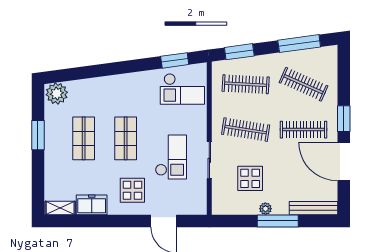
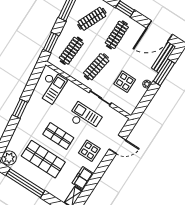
window: (175, 60) -> (20, 109), moved
window: (38, 135) -> (25, 183), width x2.11
shop shelf: (84, 138) -> (43, 159), width x1.43, depth x1.36
door: (344, 162) -> (159, 31), moved
window: (278, 221) -> (164, 72), moved

